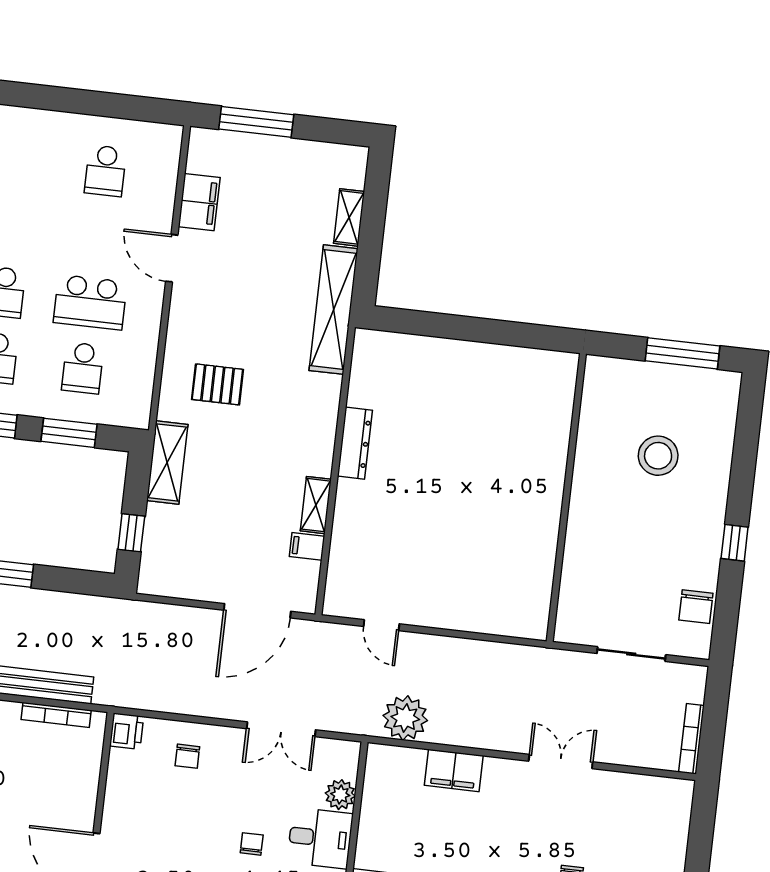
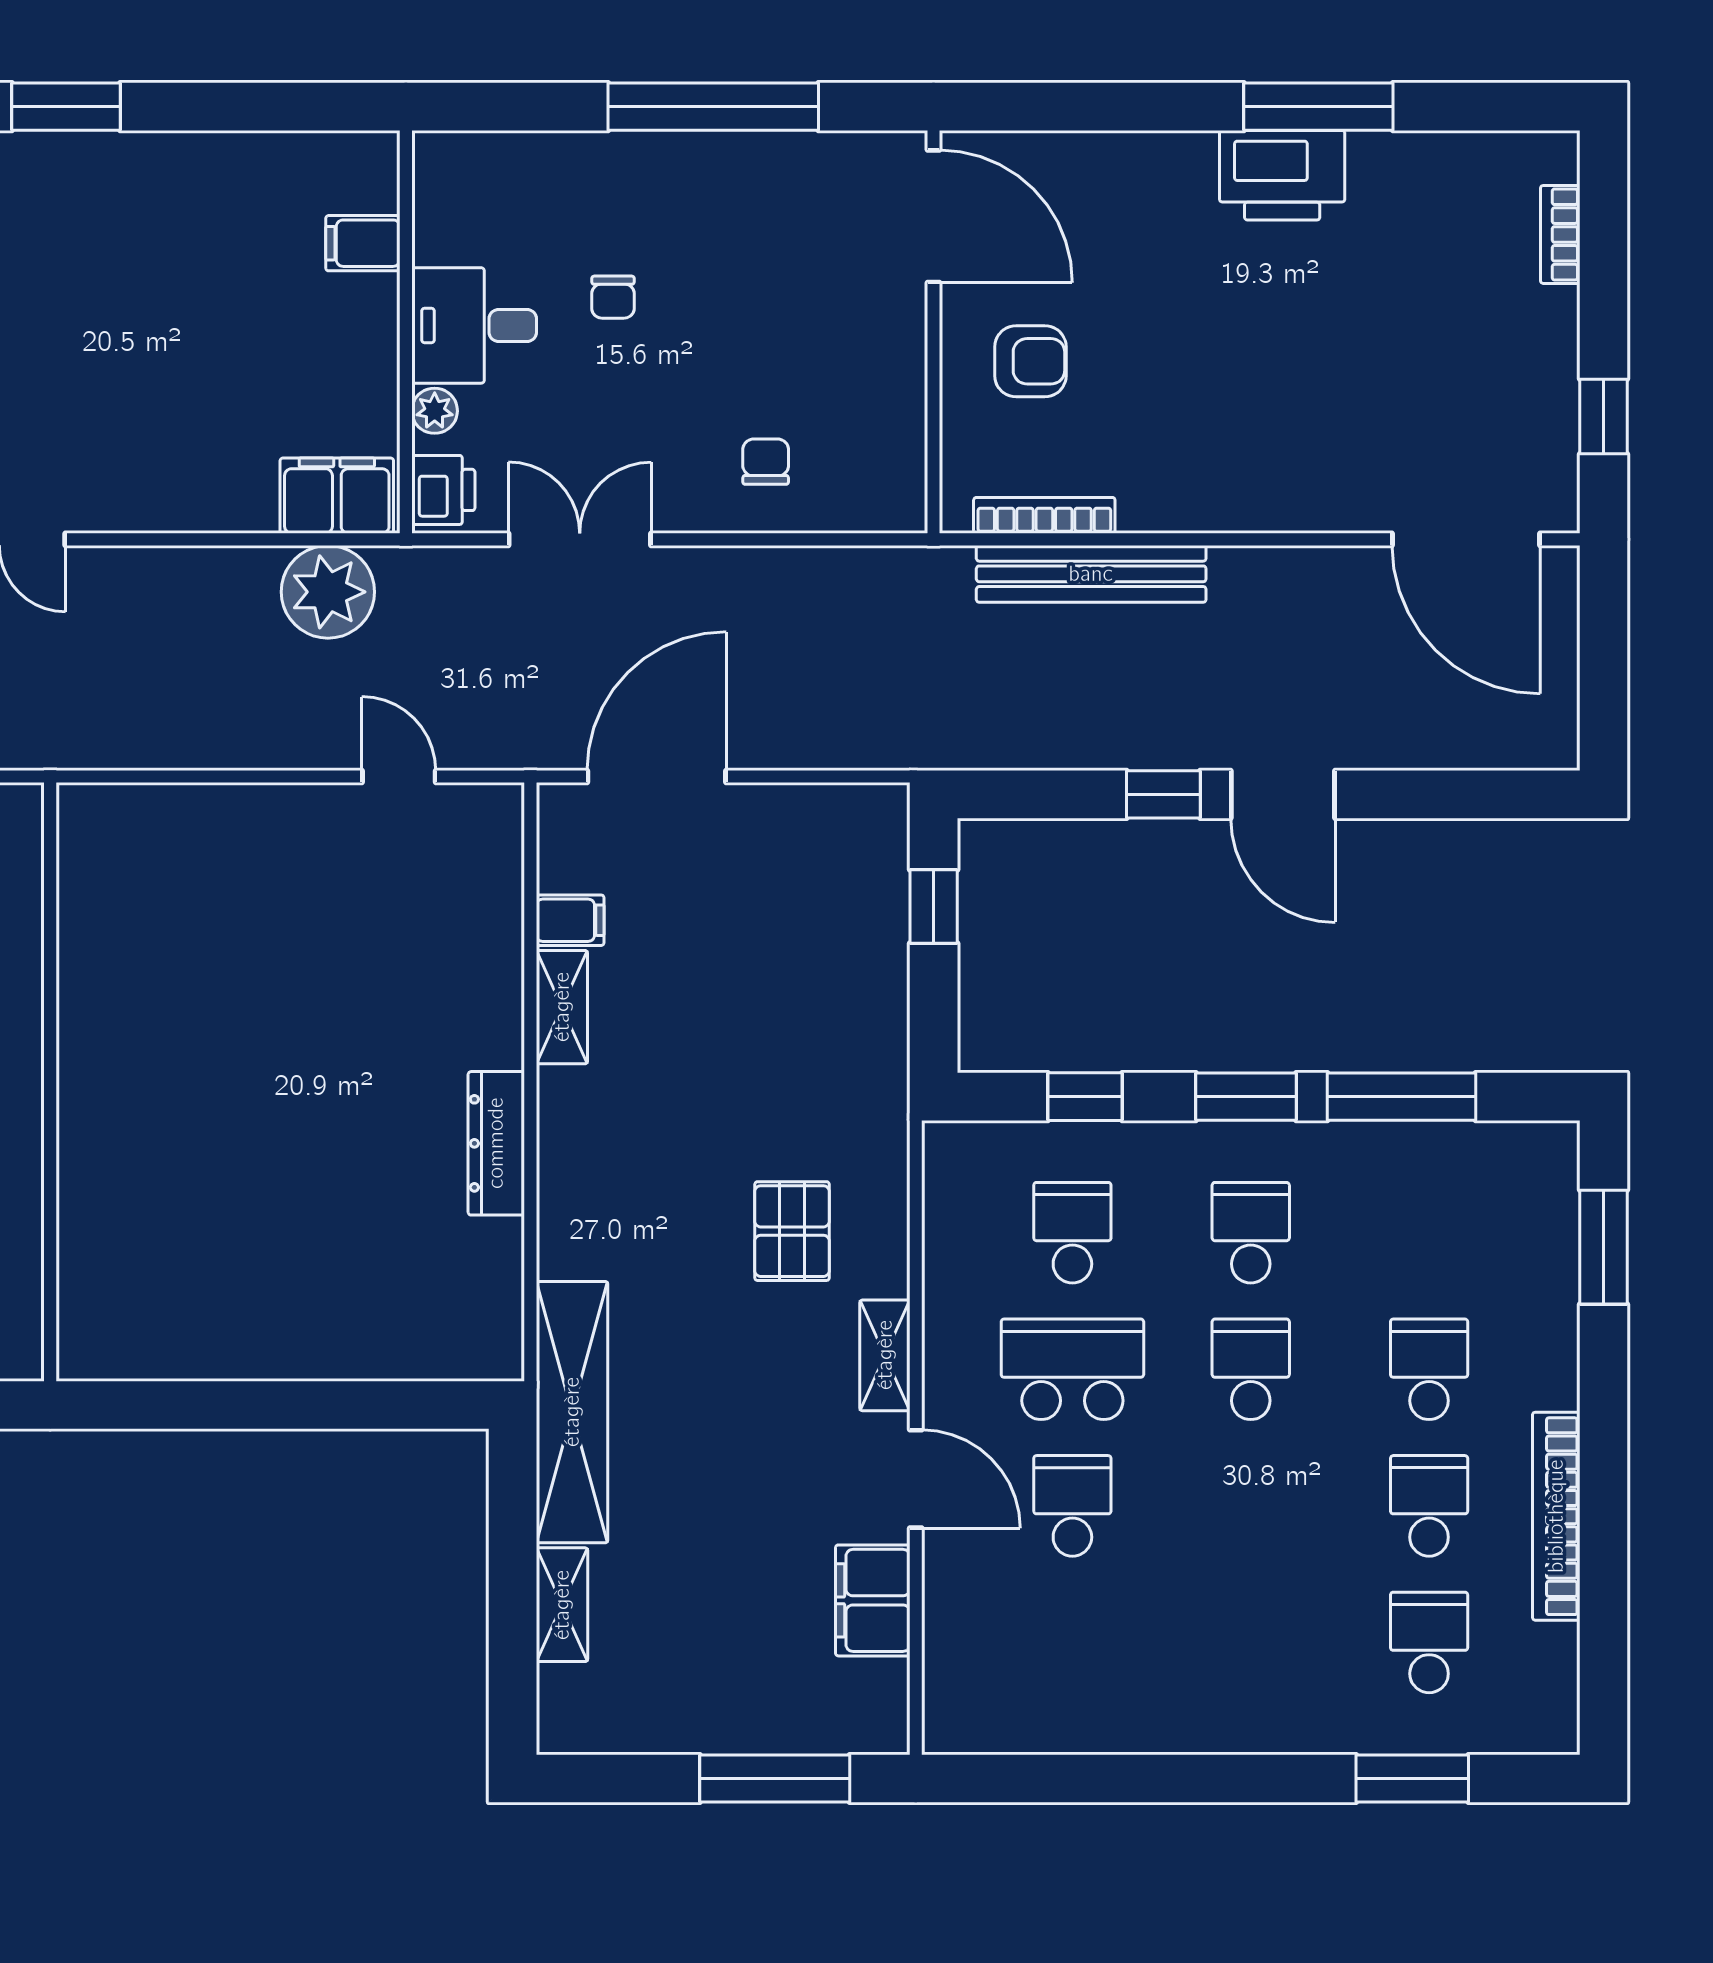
school desk: (105, 171) -> (1072, 1506), moved
pallet: (217, 384) -> (792, 1231), turned 90
window: (69, 433) -> (1085, 1097), width x0.67
shelving: (167, 462) -> (885, 1355), moved, width x0.67, depth x0.75
printer: (127, 731) -> (443, 490), moved, turned 180
filing cabinet: (454, 770) -> (337, 496), moved
armchair: (54, 790) -> (1030, 361), added
plant: (340, 795) -> (435, 411), width x0.73, depth x0.73

